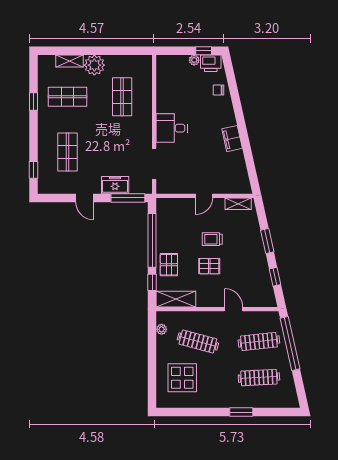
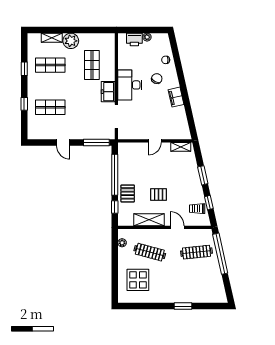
window: (204, 51) -> (154, 30), removed
printer: (211, 63) -> (134, 39), moved
chair: (207, 114) -> (157, 79), added
desk: (172, 128) -> (130, 85), width x1.37
shop shelf: (67, 152) -> (50, 107), turned 90
window: (33, 170) -> (24, 104), moved
freezer: (115, 185) -> (108, 92), moved, turned -90
trolley: (212, 239) -> (197, 209), moved
shelving: (176, 299) -> (149, 220), moved
clothes rail: (259, 378) -> (196, 280), removed

